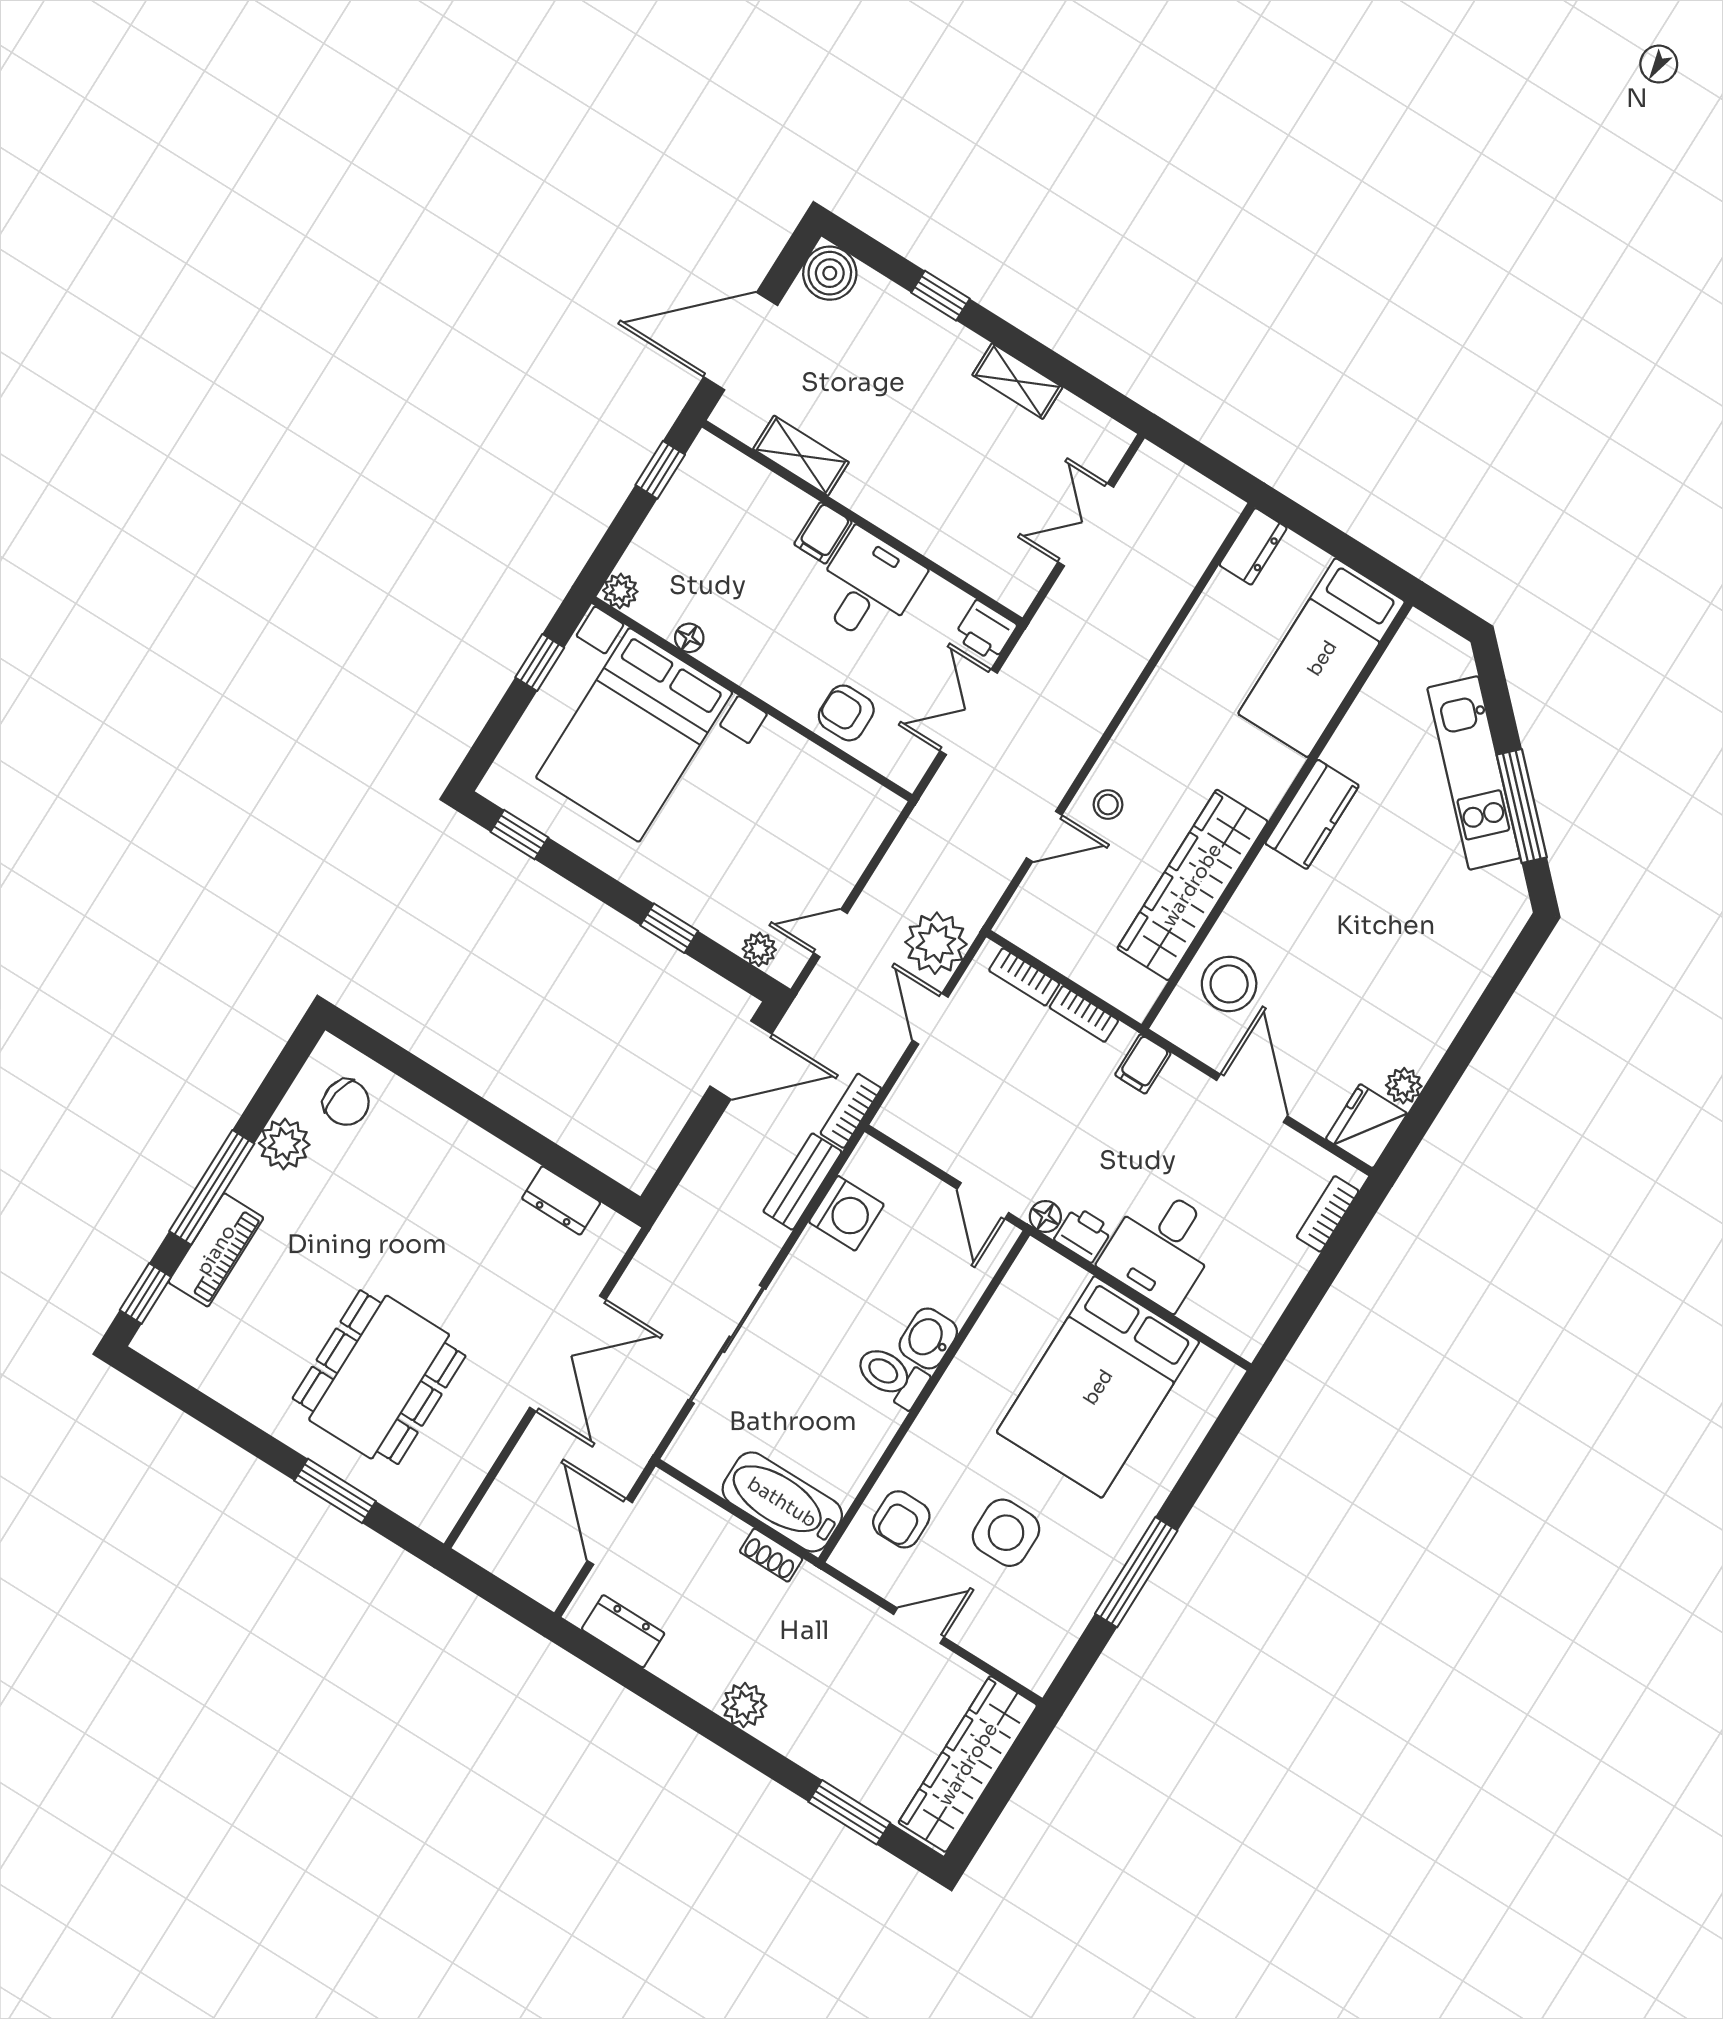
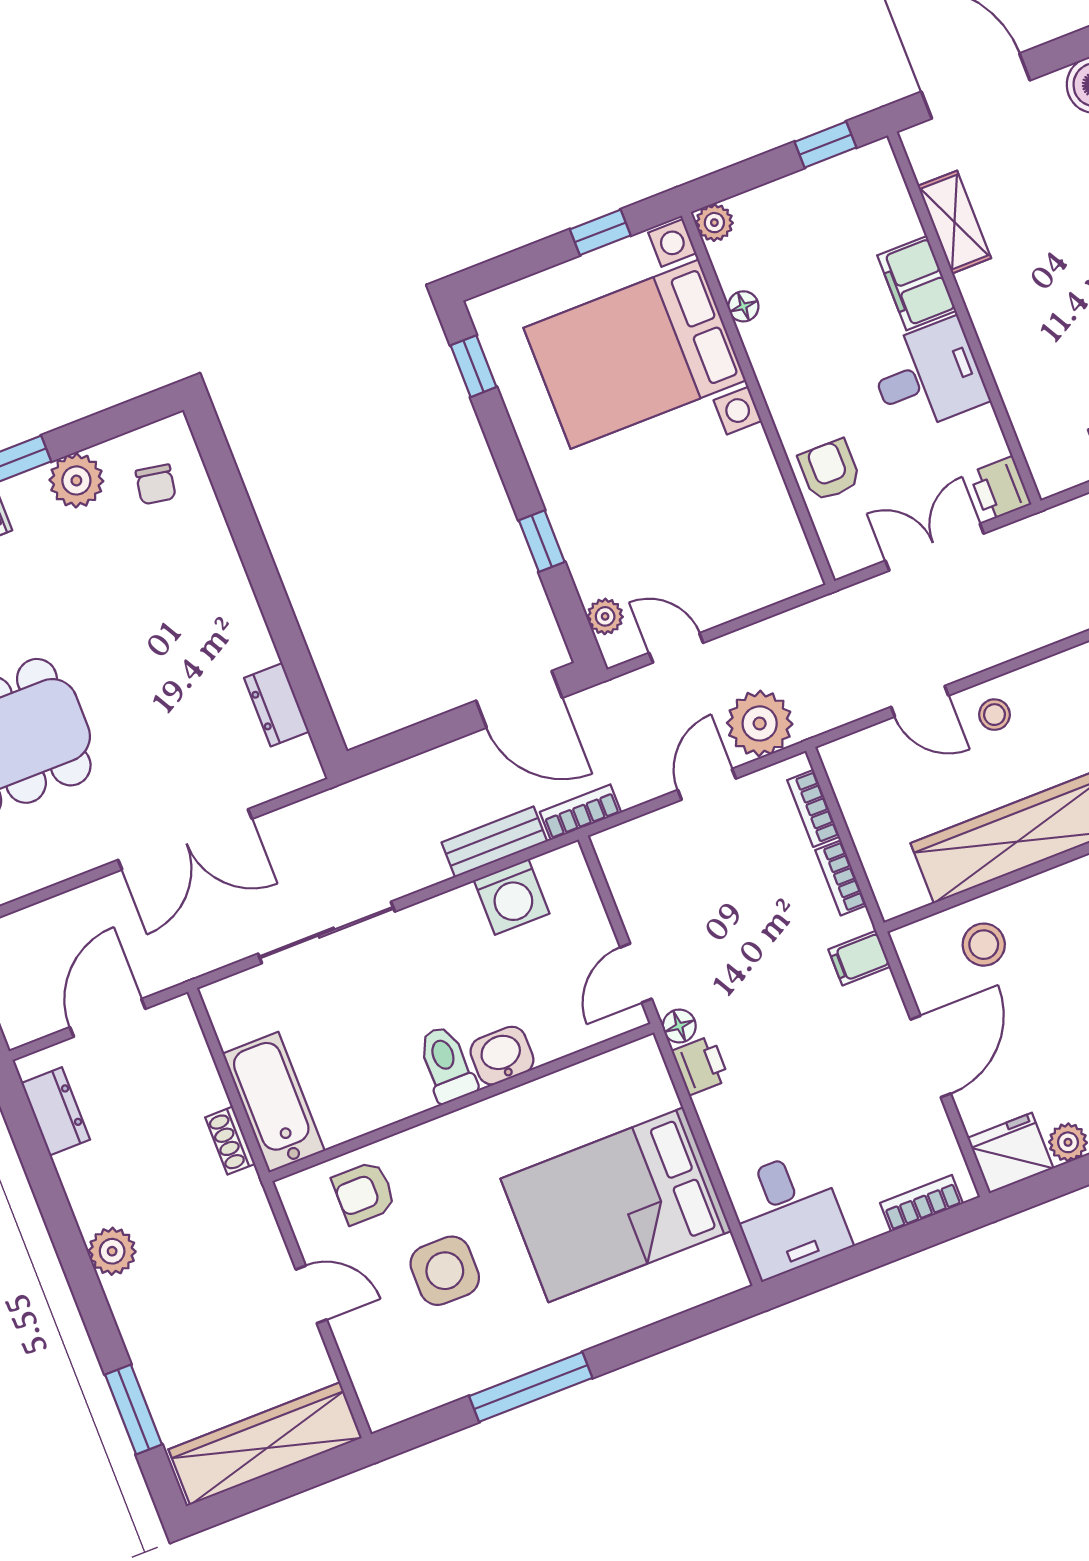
filing cabinet: (823, 533) -> (917, 283), width x2.00
stool: (1229, 984) -> (984, 945), width x0.73, depth x0.73
chair: (346, 1102) -> (156, 484), width x0.73, depth x0.73
desk: (1161, 1248) -> (788, 1214), moved, turned -90

